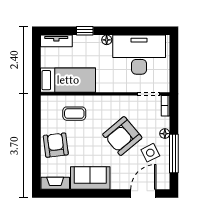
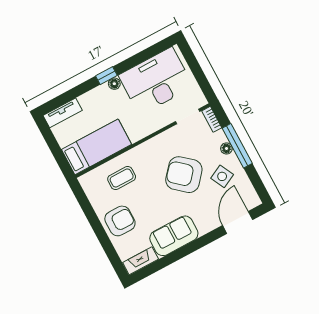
window: (85, 31) -> (106, 76), moved
armchair: (122, 136) -> (184, 175), turned 81
armchair: (56, 145) -> (120, 221), turned 97
window: (174, 153) -> (237, 146), moved

